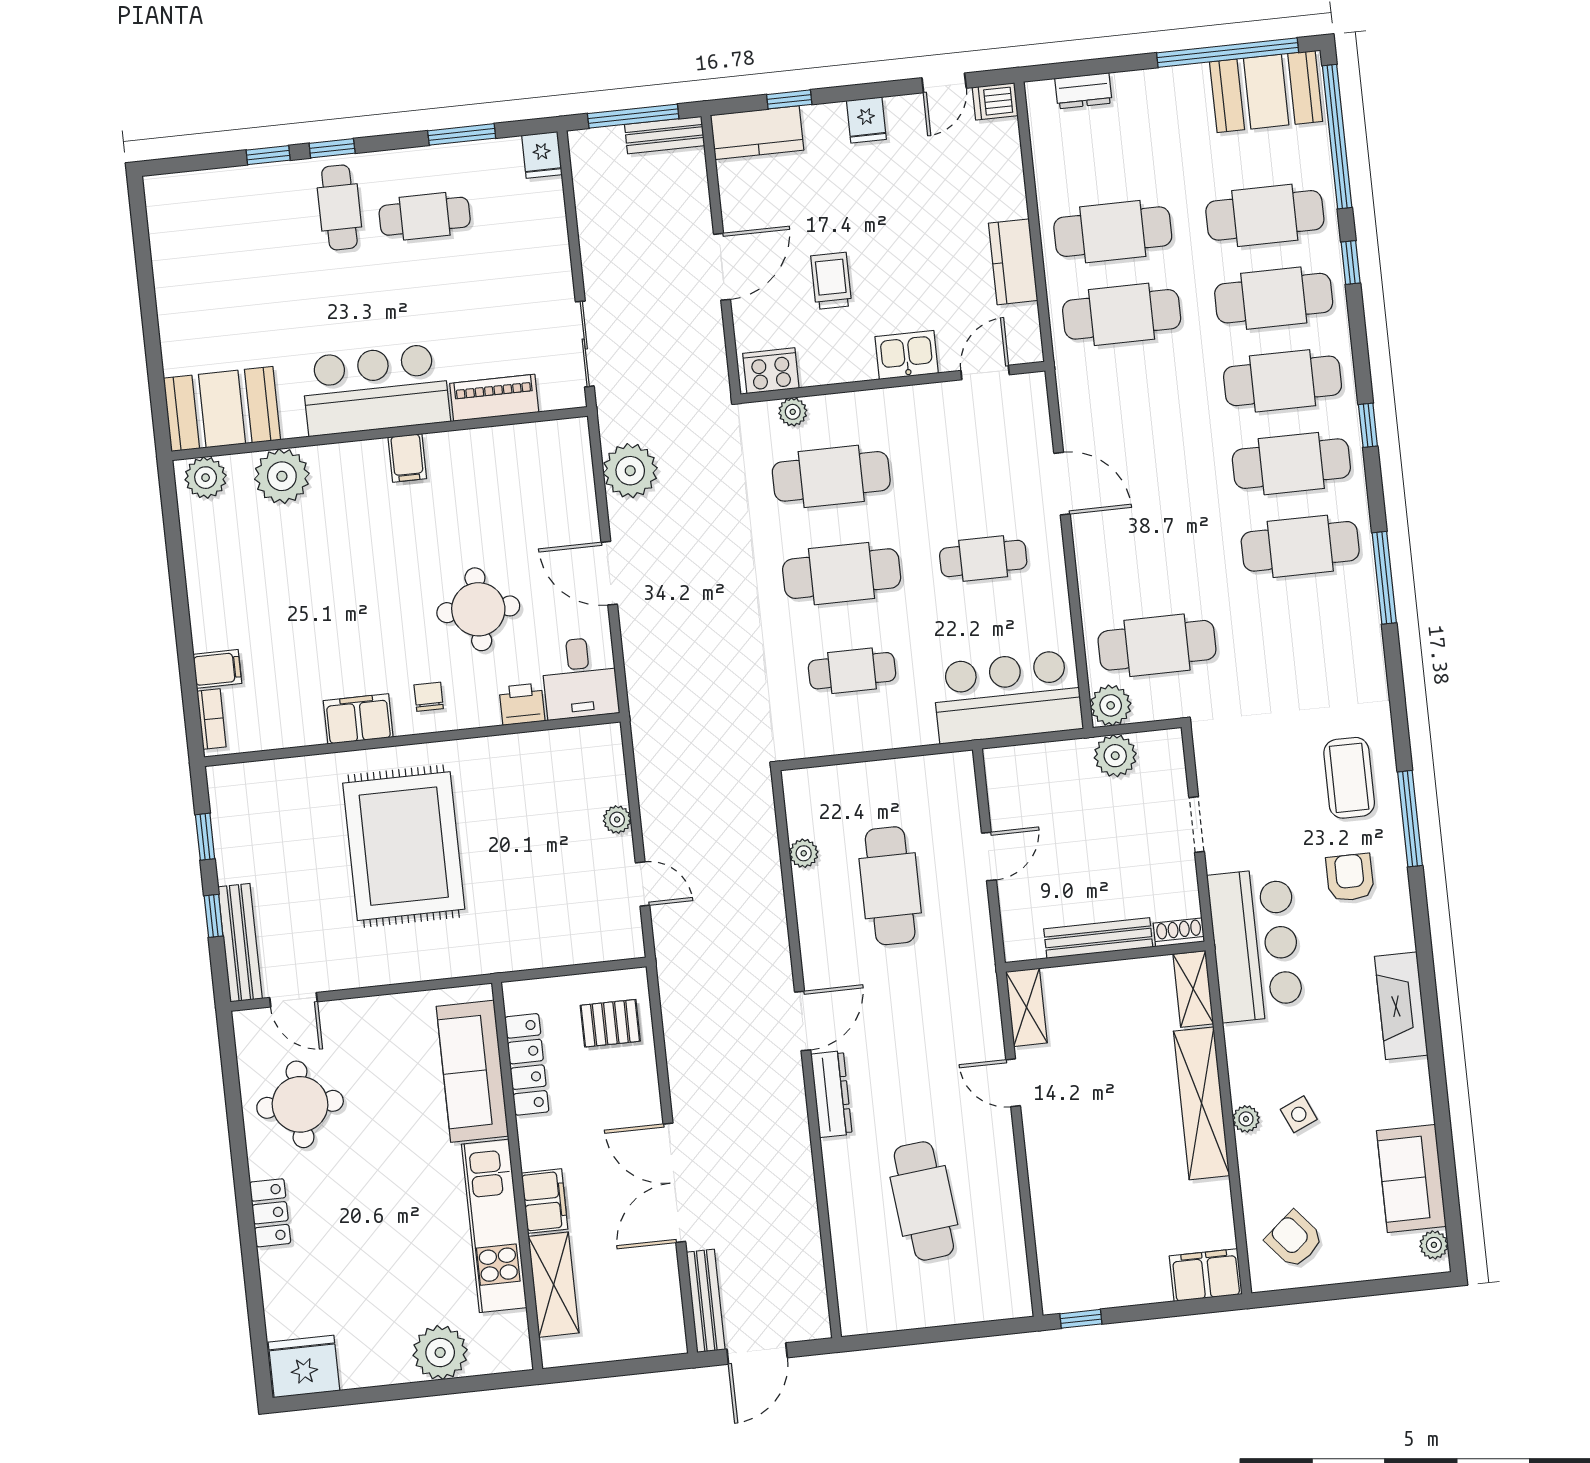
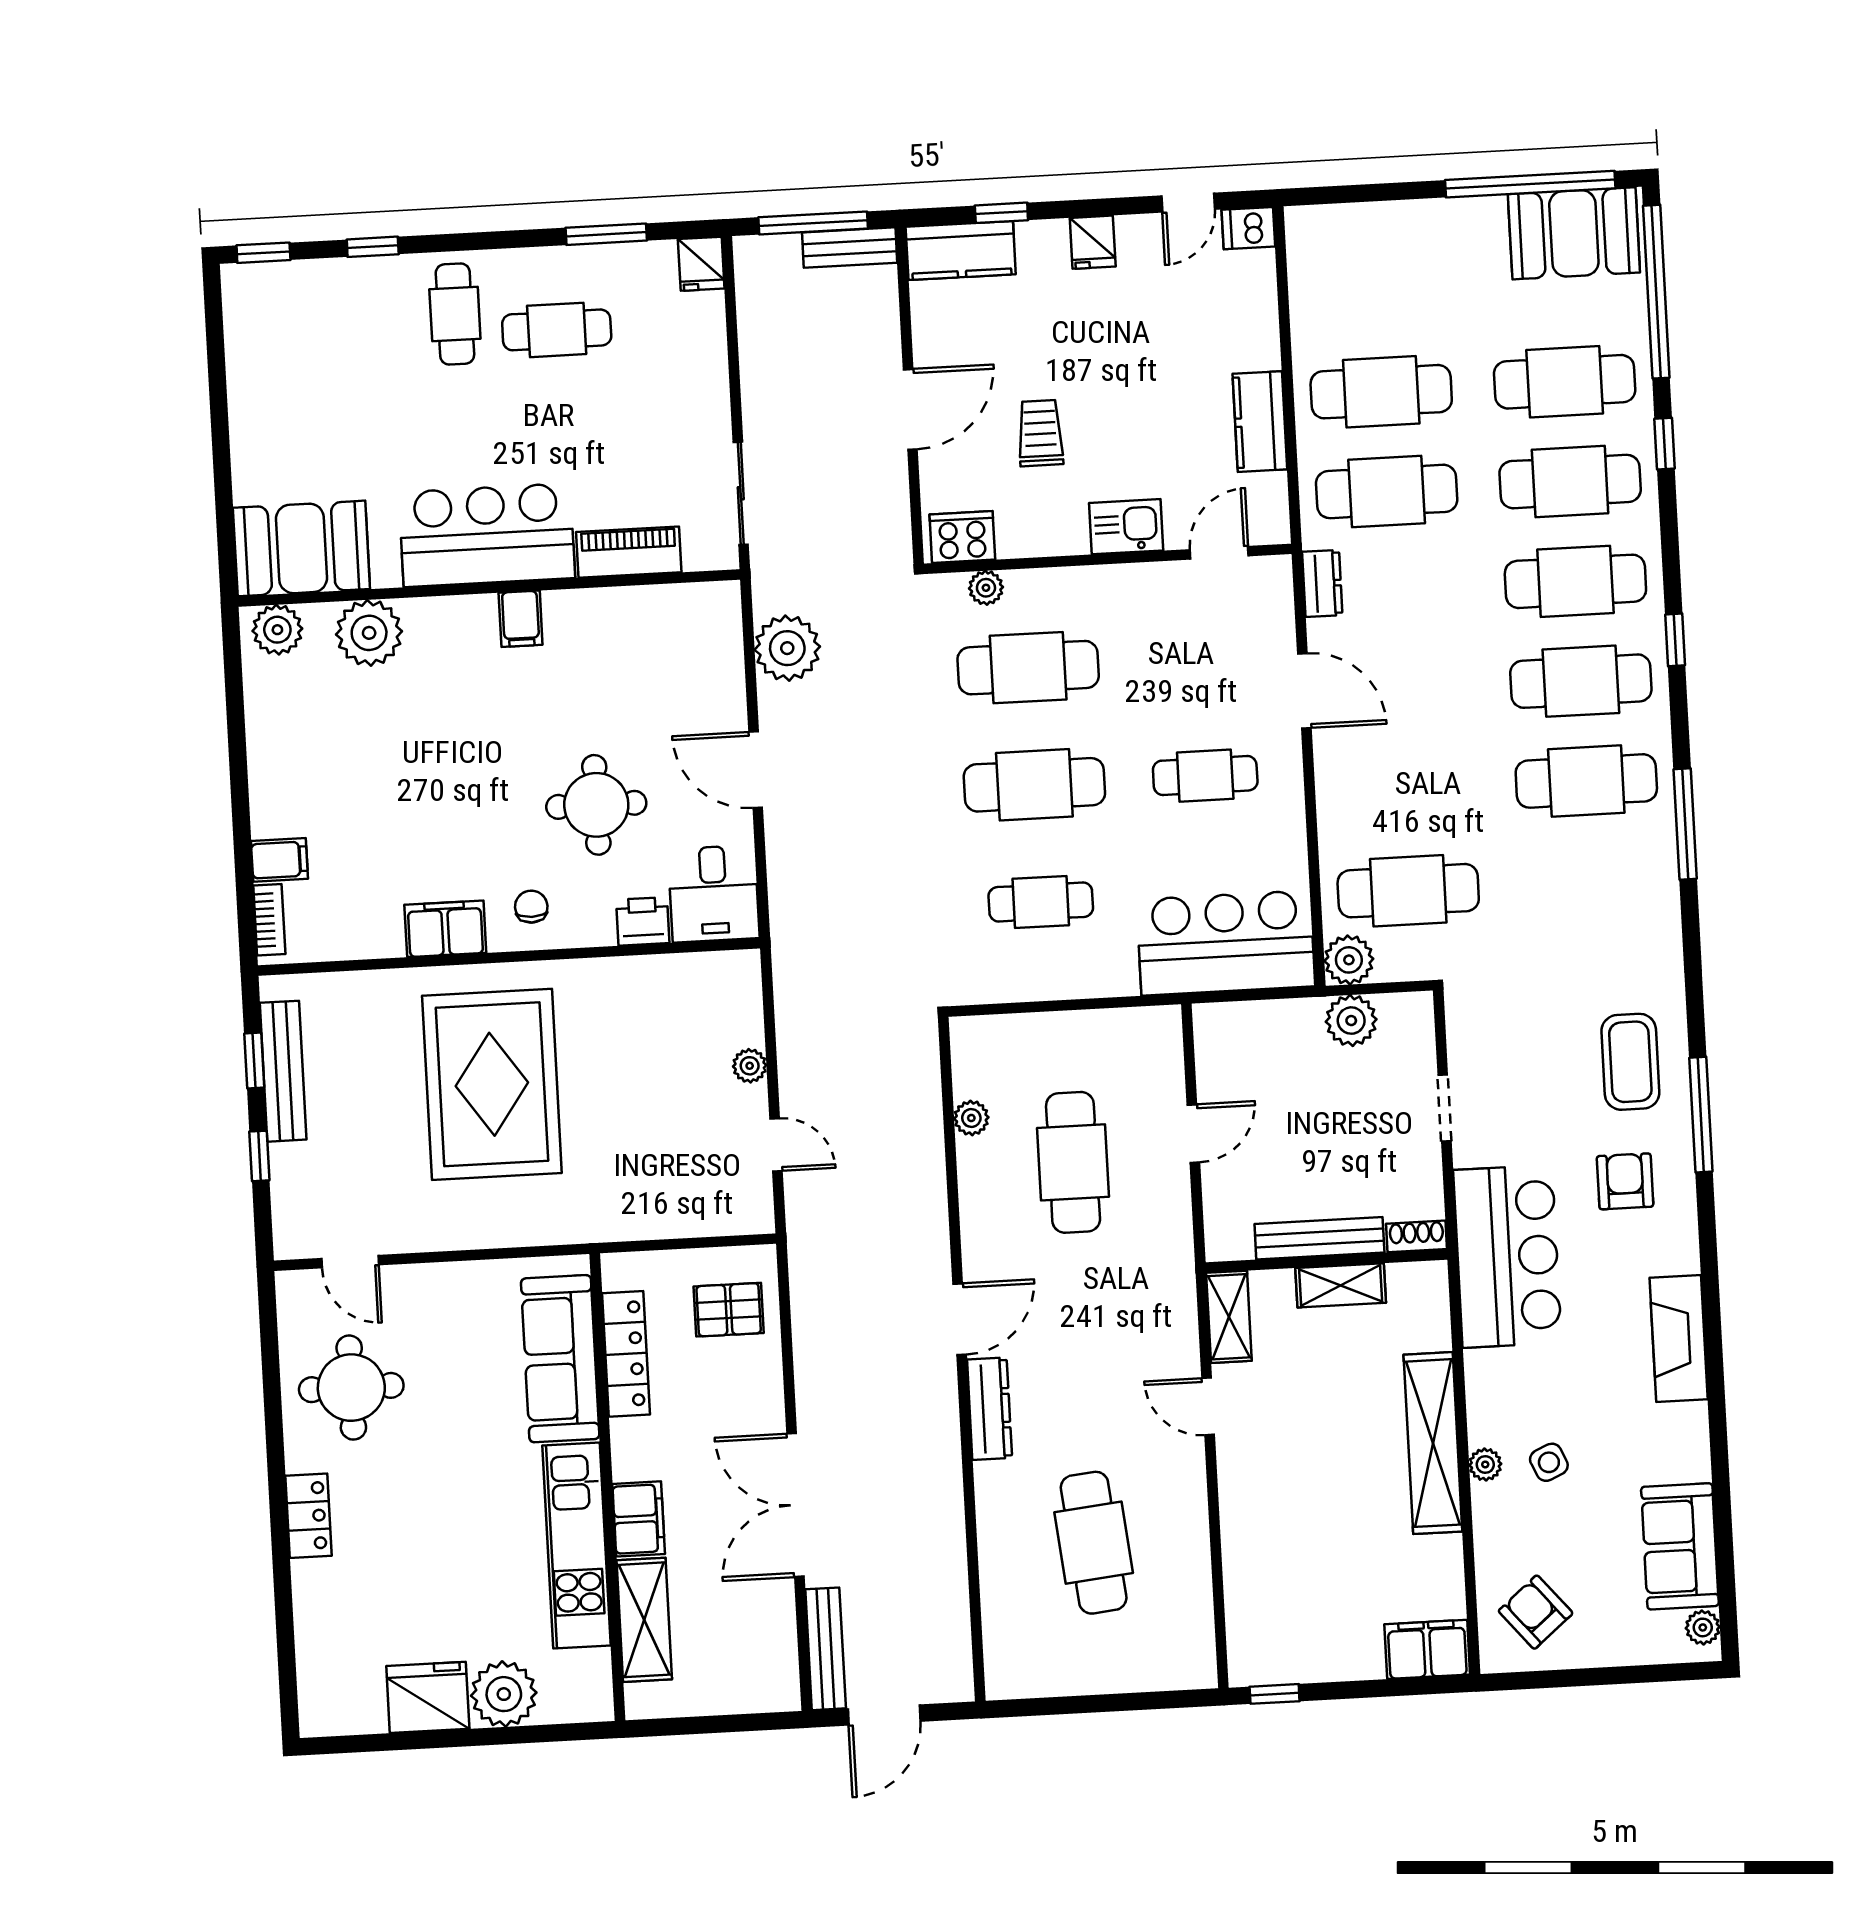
dresser: (1083, 91) -> (1322, 583), moved, turned -90
window: (332, 148) -> (263, 253), moved
bench: (240, 943) -> (283, 1071), moved
shelving: (1193, 989) -> (1341, 1285), moved, turned 90
fridge: (304, 1366) -> (428, 1697), moved

